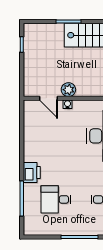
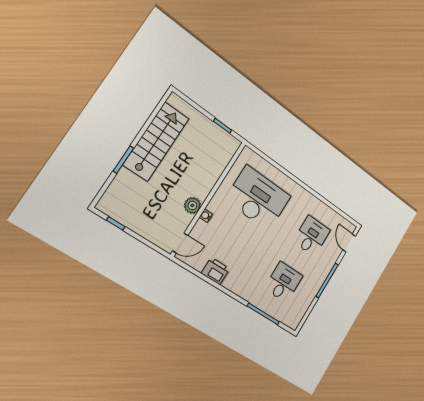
door: (48, 98) -> (180, 243), moved
printer: (32, 172) -> (215, 271), moved
desk: (56, 199) -> (284, 282), turned 180

